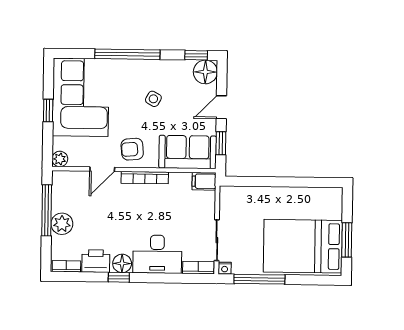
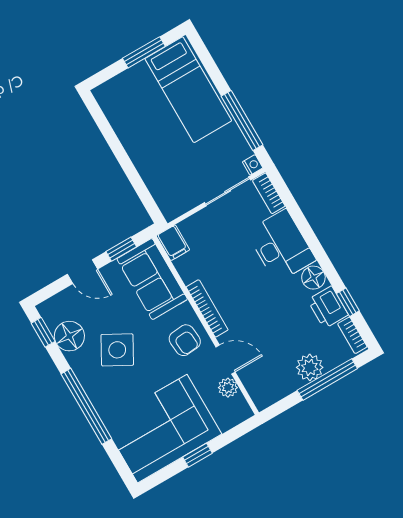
floor lamp: (205, 72) -> (69, 336), moved
side table: (153, 99) -> (117, 350), width x1.87, depth x1.87
plant: (60, 159) -> (228, 388), moved
window: (47, 210) -> (327, 379), moved
bed: (303, 246) -> (188, 90), width x0.67
window: (119, 277) -> (348, 302), moved

